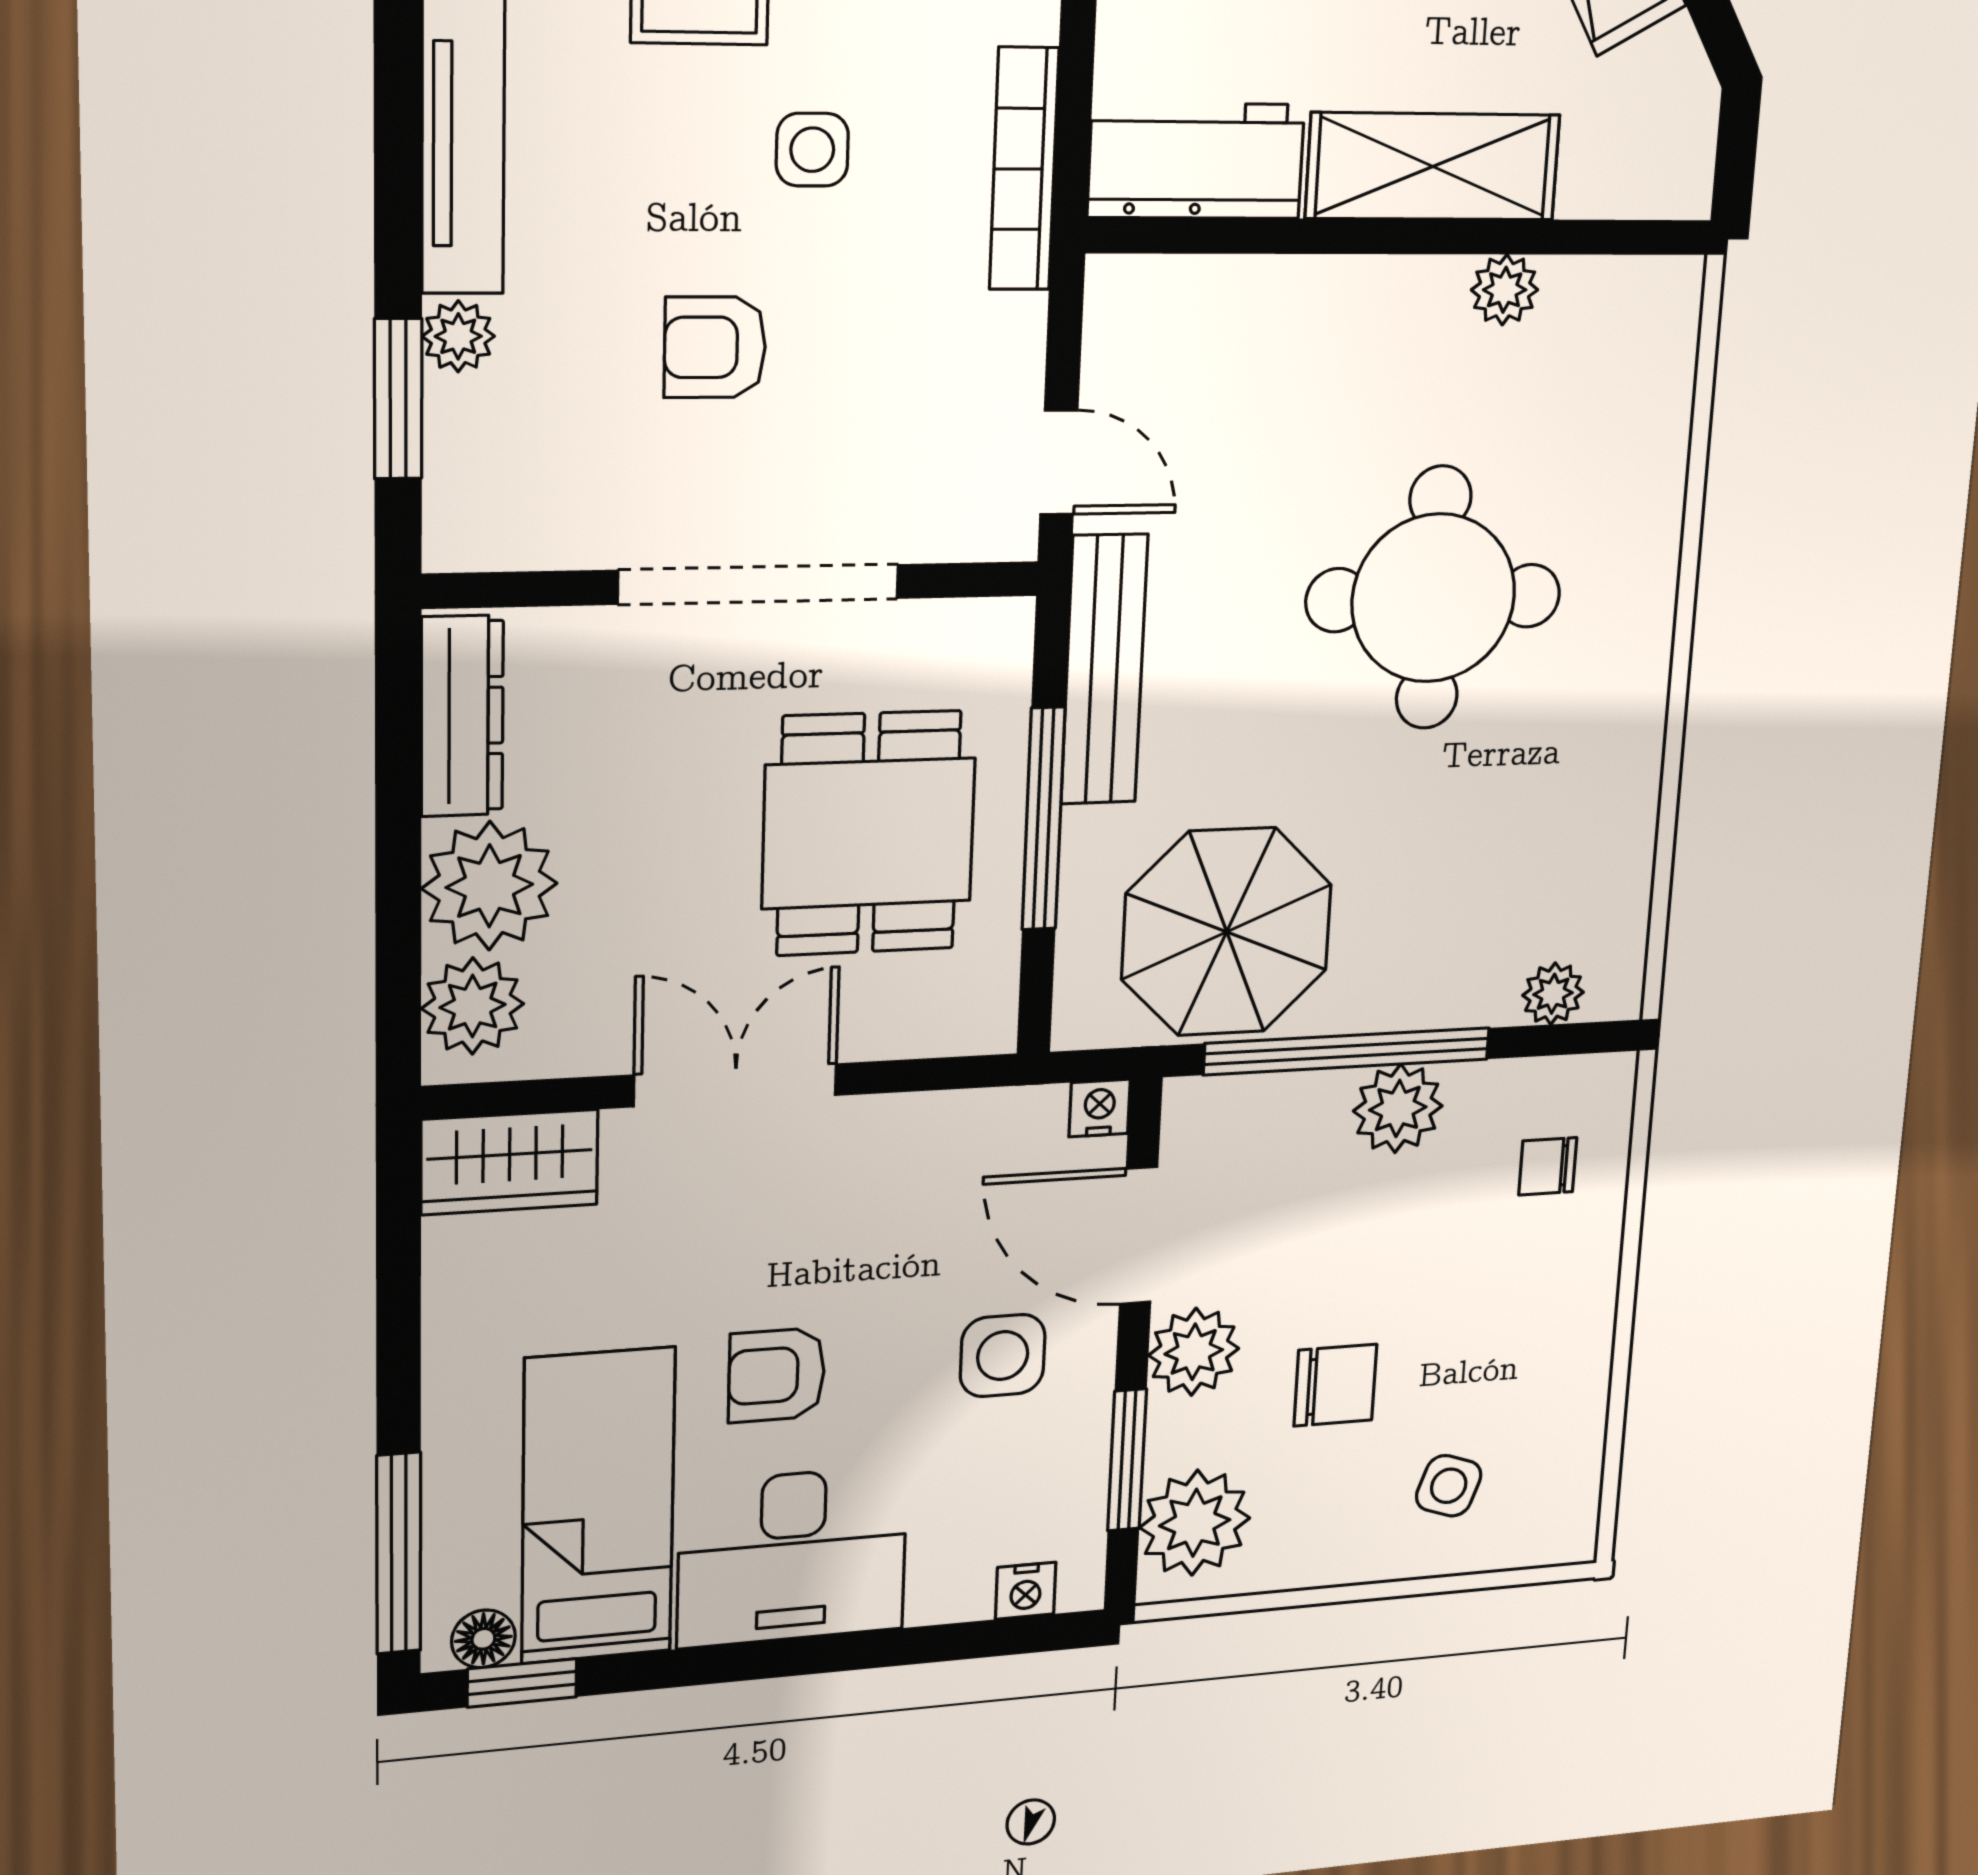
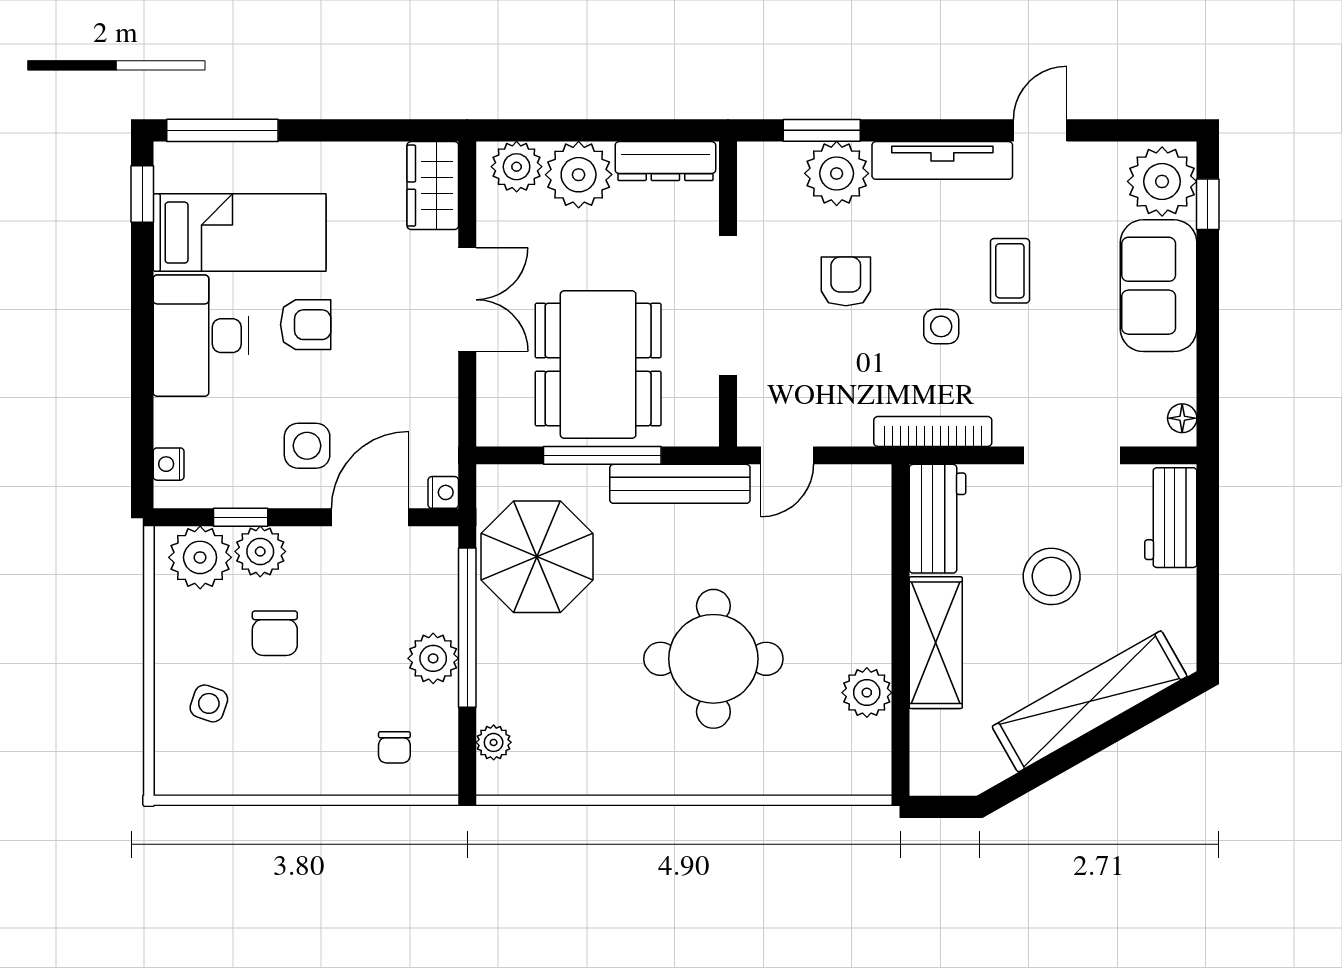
plant: (1505, 290) -> (867, 693), width x1.38, depth x1.38
plant: (458, 336) -> (837, 173), width x1.87, depth x1.87
dining table: (869, 833) -> (598, 365), width x1.38
chair: (1548, 1166) -> (394, 747), turned 180
plant: (1194, 1352) -> (260, 551), moved
armchair: (777, 1375) -> (306, 325), turned 90
window: (1127, 1460) -> (241, 517), width x0.67
floor lamp: (483, 1639) -> (170, 174), removed

